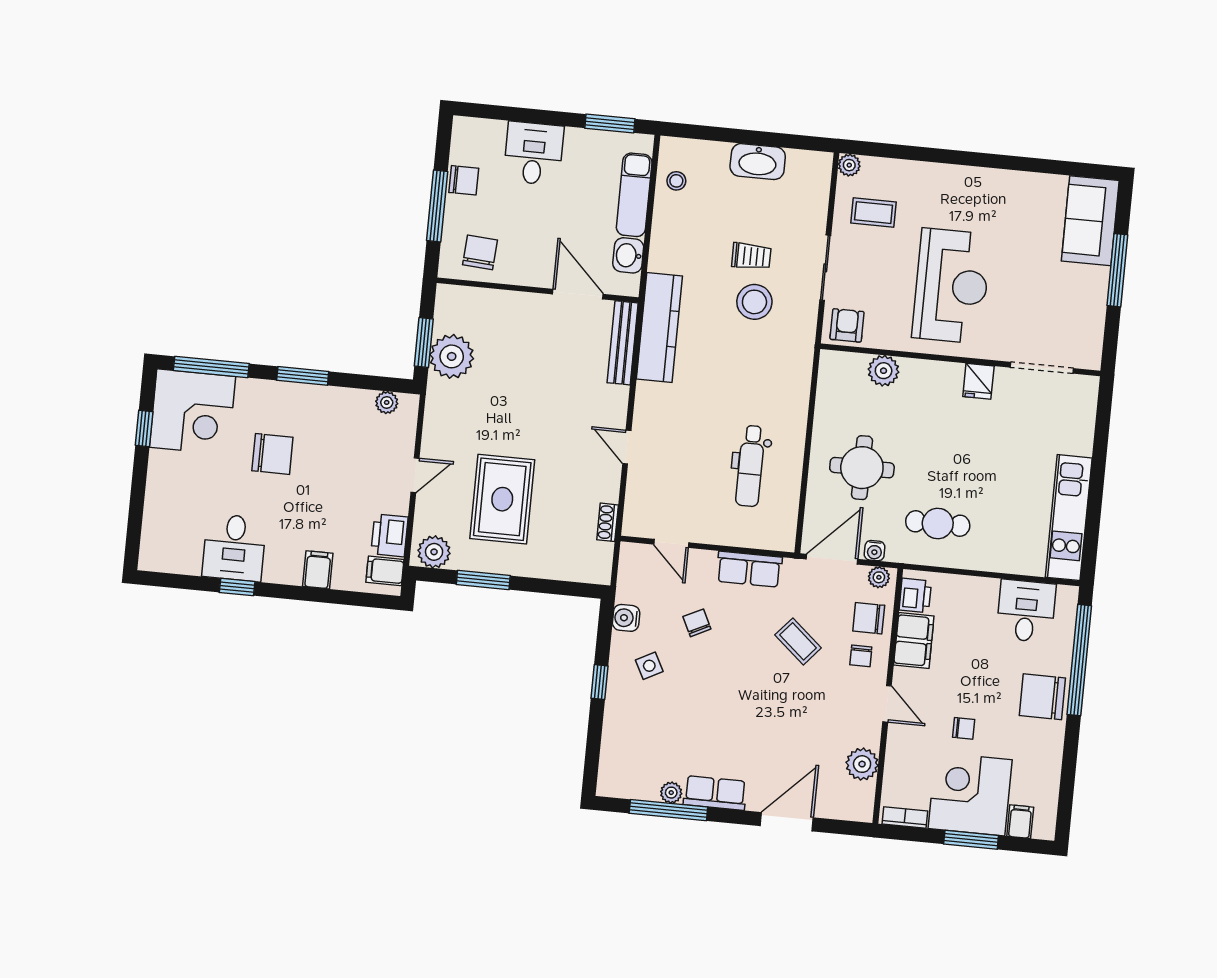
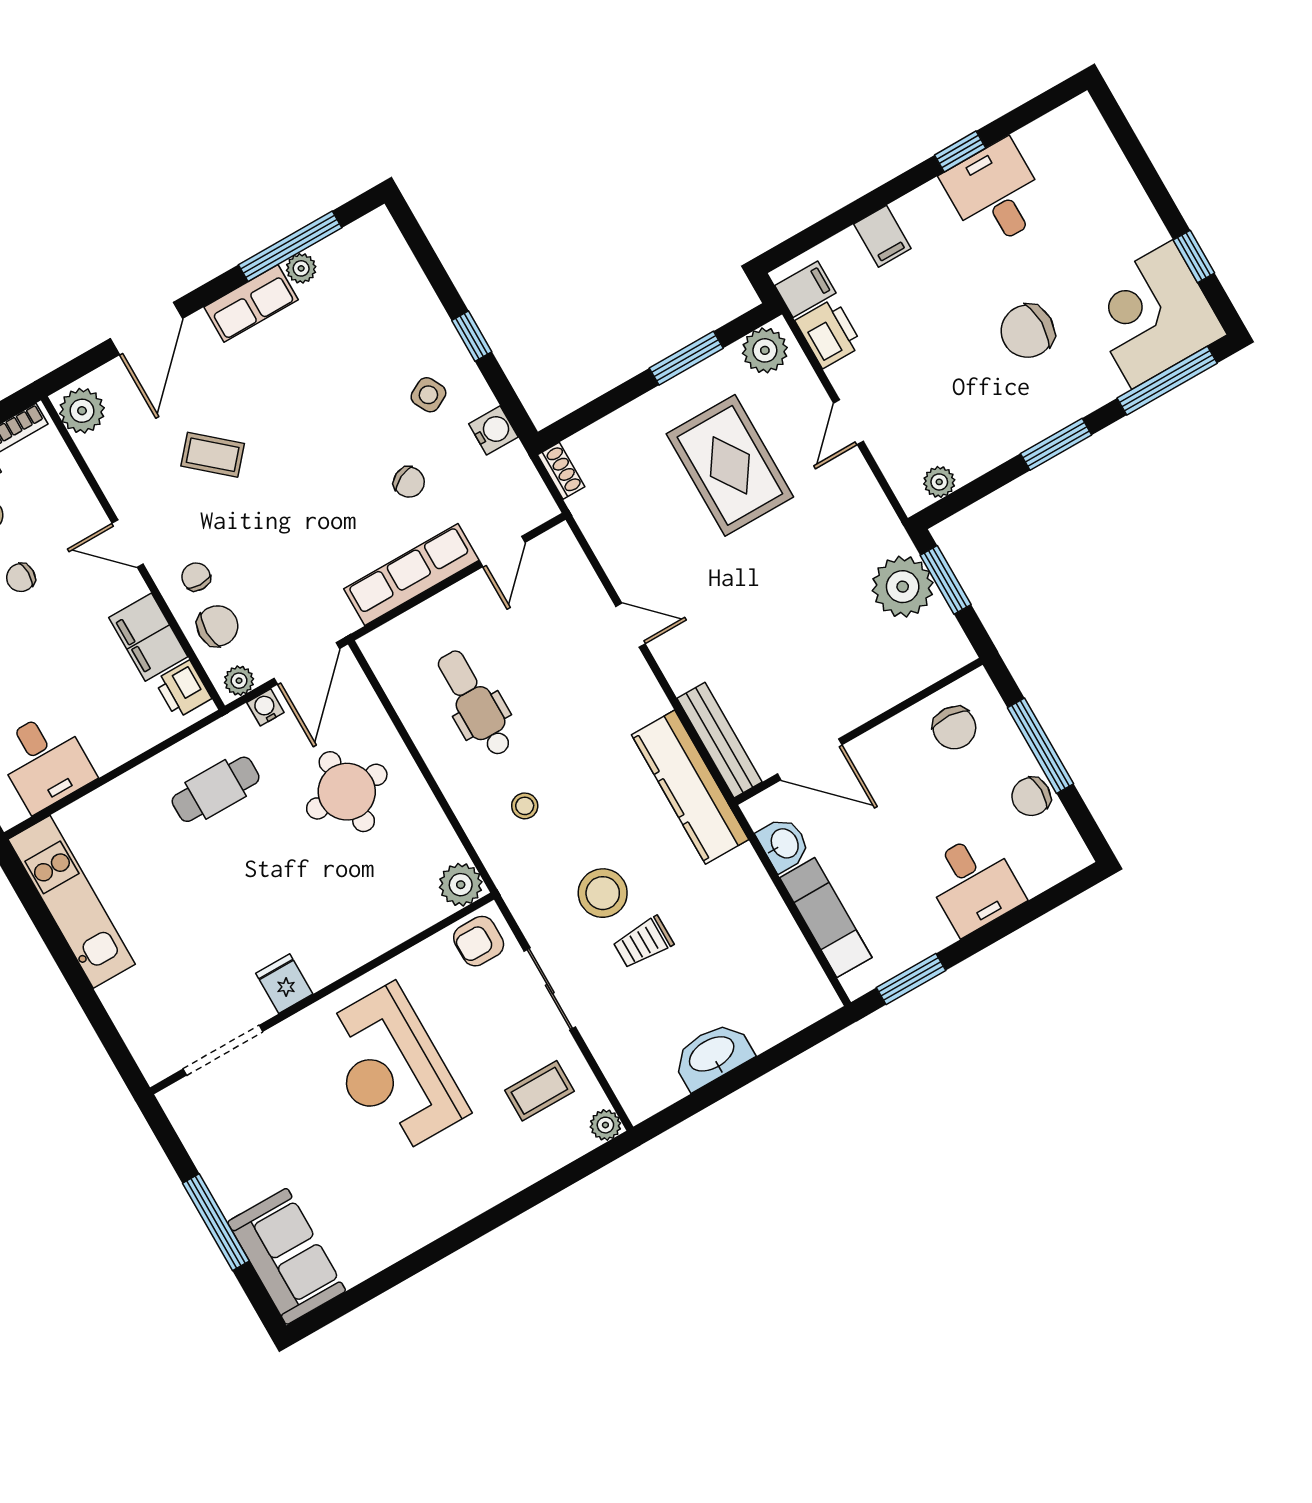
stool: (676, 181) -> (525, 806), moved
armchair: (847, 325) -> (479, 941), turned 90
plant: (884, 371) -> (461, 885), moved
shoe rack: (608, 522) -> (561, 471), moved
door: (671, 543) -> (502, 552), swing flipped
row of seats: (749, 569) -> (411, 575), width x1.48
coffee table: (798, 641) -> (213, 455), moved
plant: (862, 764) -> (82, 411), moved

